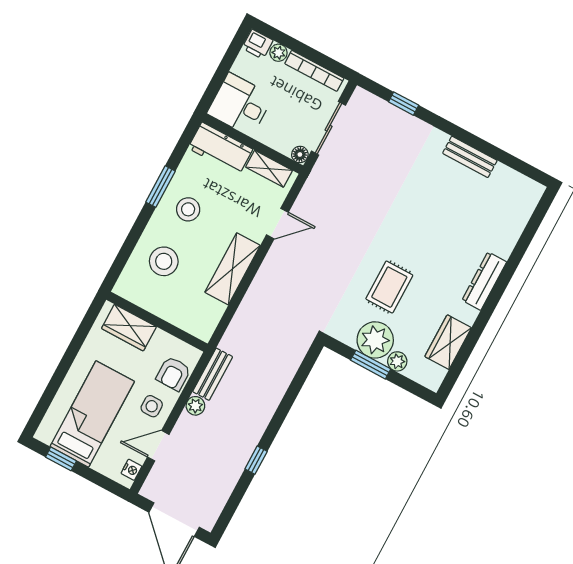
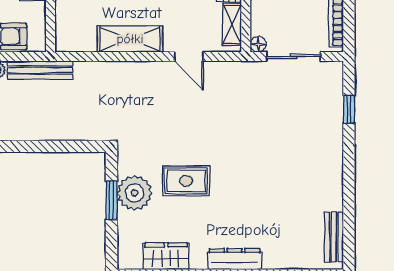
bench: (470, 157) -> (334, 237), moved
plant: (397, 361) -> (126, 222), removed
bench: (213, 374) -> (40, 70), width x1.36

